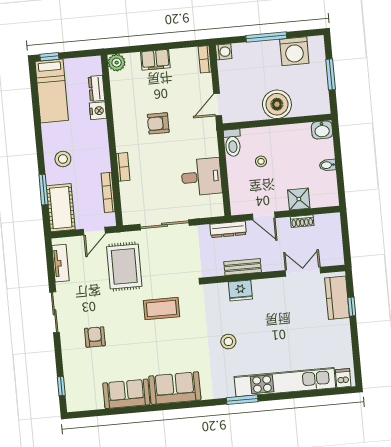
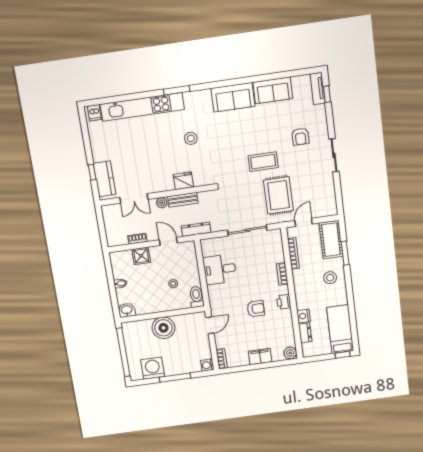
window: (331, 74) -> (123, 352), width x2.11
printer: (122, 131) -> (284, 302), added
tv unit: (60, 263) -> (318, 88), moved
plant: (269, 265) -> (162, 203), added
coffee table: (162, 309) -> (263, 162), moved

